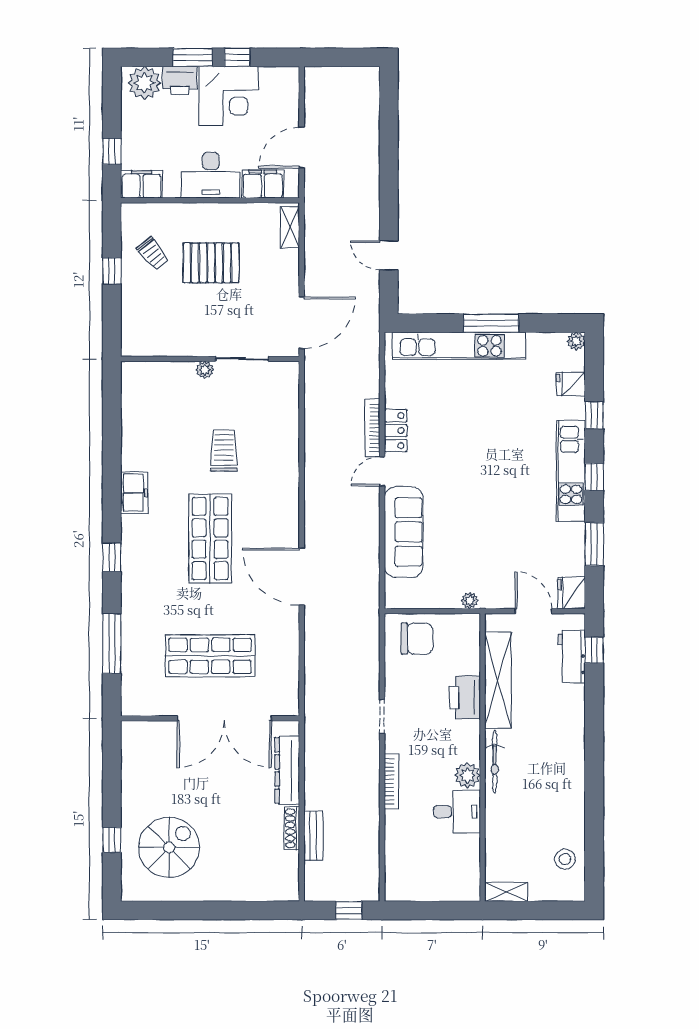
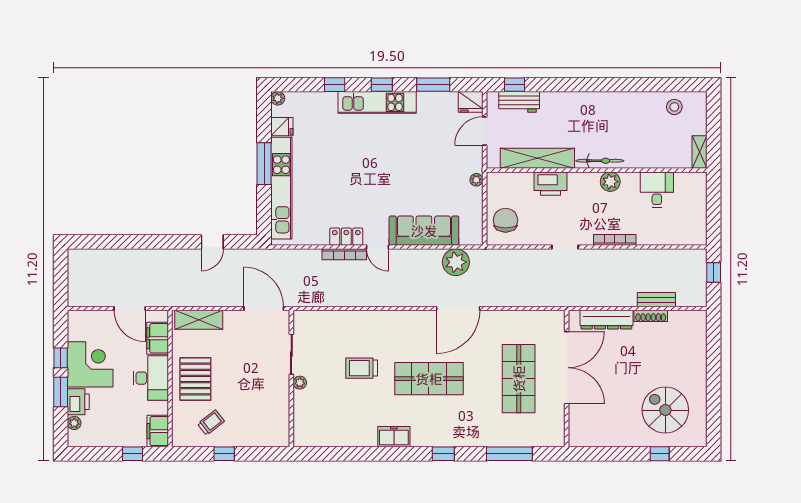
plant: (144, 83) -> (74, 423), width x0.53, depth x0.53
shelving: (290, 227) -> (199, 320), width x1.50, depth x1.33
pallet: (211, 263) -> (195, 379), moved
fridge: (571, 384) -> (282, 127), moved, turned -90
plant: (362, 574) -> (456, 262), added
desk: (457, 812) -> (657, 190), moved

